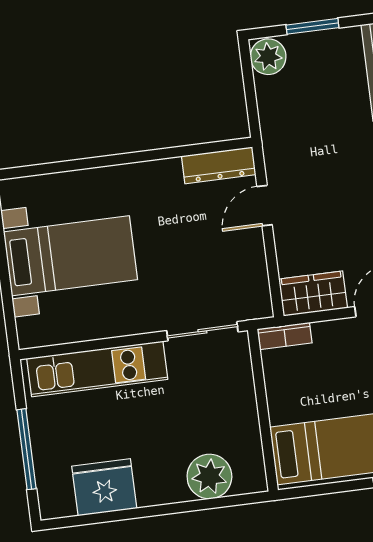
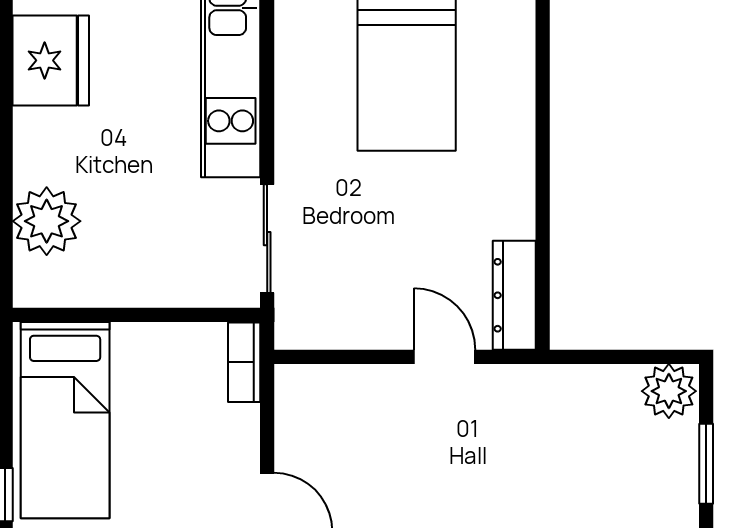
wardrobe: (313, 294) -> (303, 413), removed

